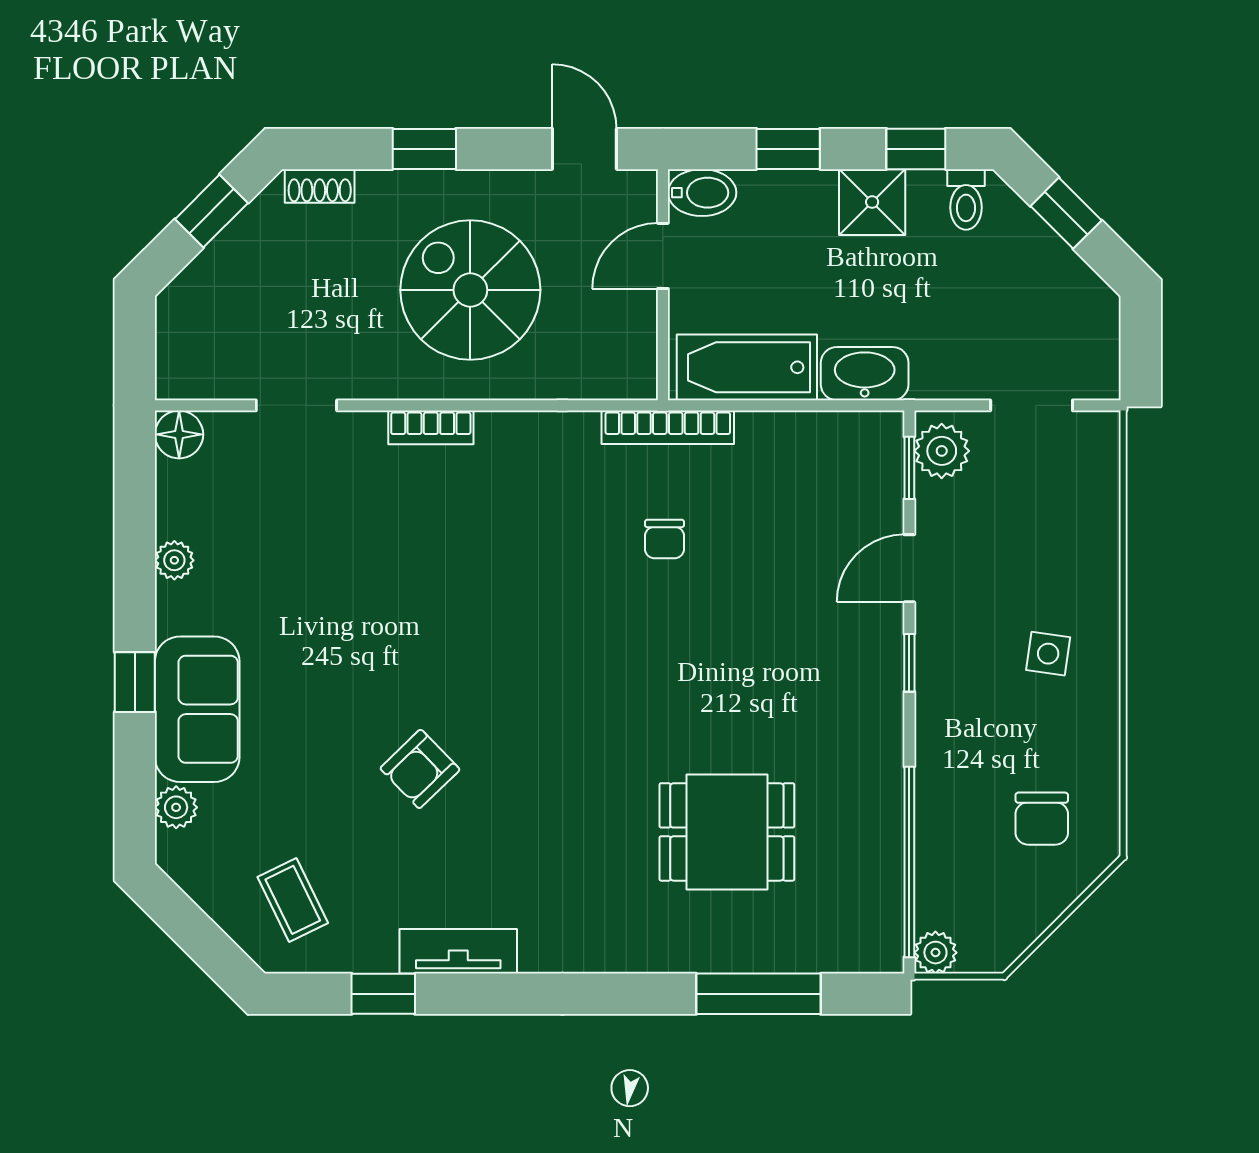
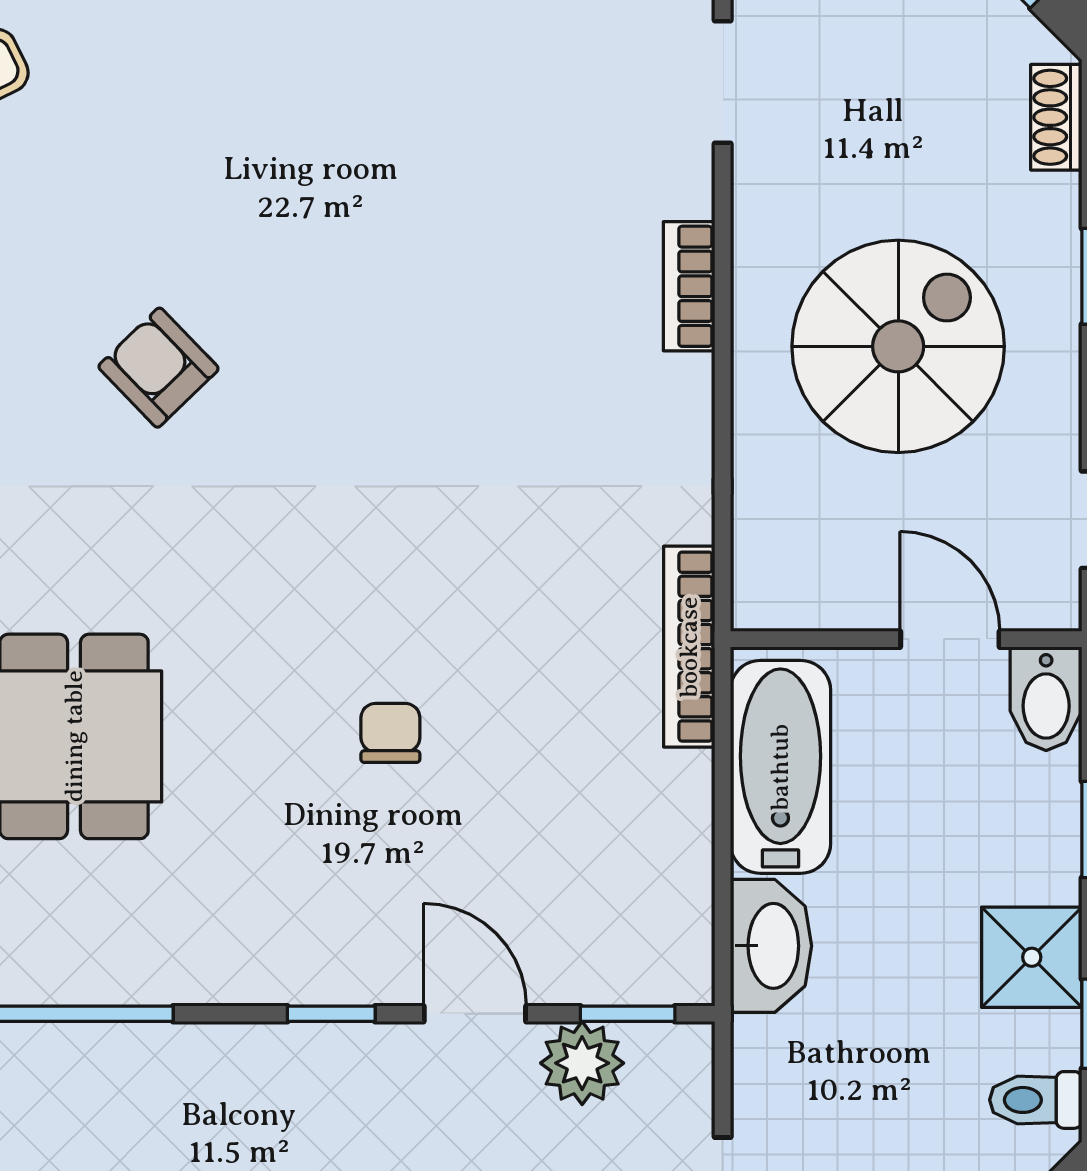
plant: (942, 451) -> (582, 1063), moved
chair: (665, 539) -> (390, 733), moved, turned 90
armchair: (420, 769) -> (158, 368), moved

